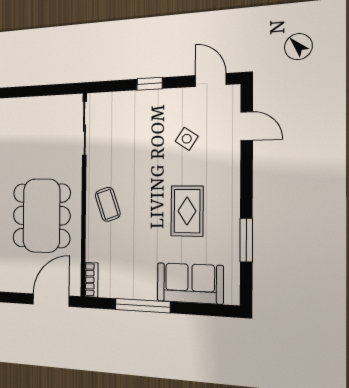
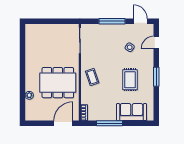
window: (150, 84) -> (112, 21), width x2.17
door: (247, 126) -> (156, 42), swing flipped
dining table: (41, 216) -> (58, 83), turned 90
window: (246, 240) -> (156, 77), moved

